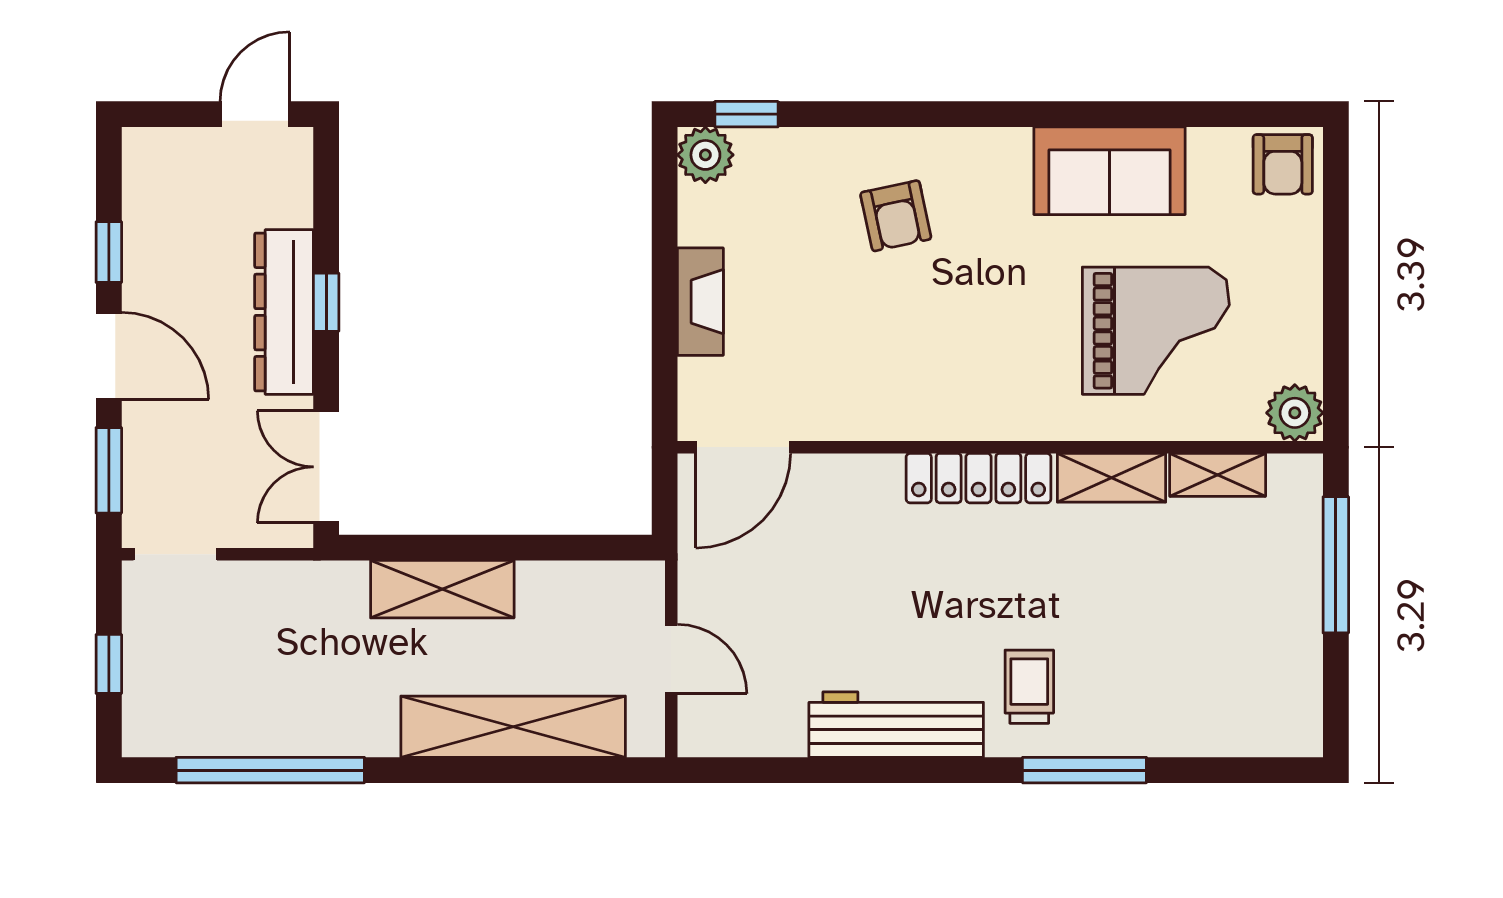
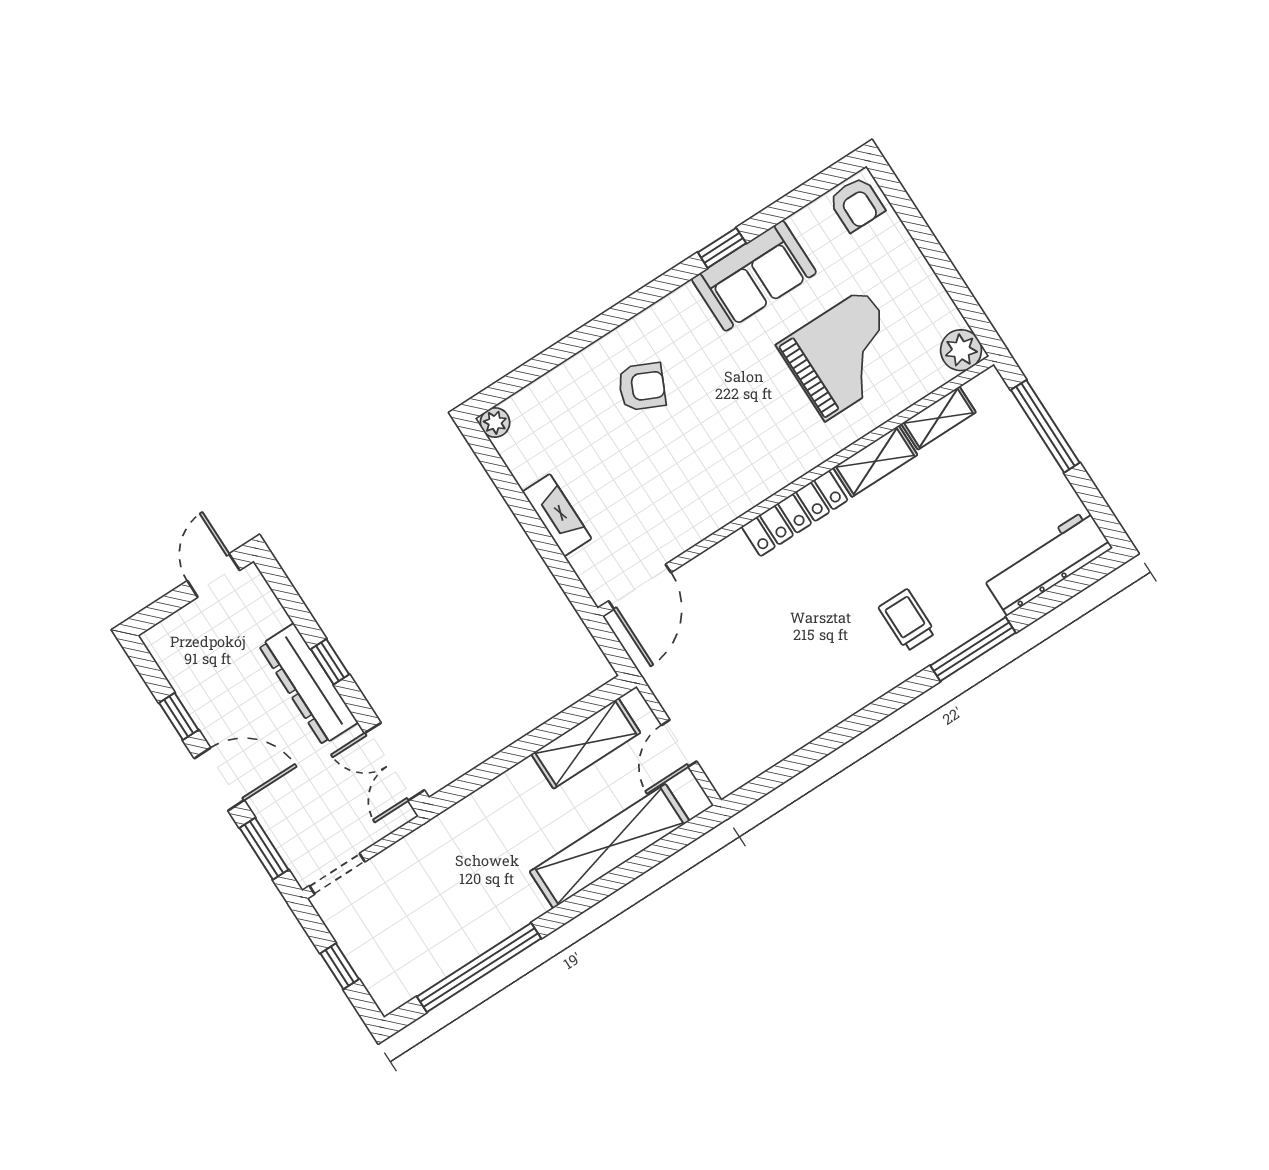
window: (746, 114) -> (722, 248), moved
plant: (705, 155) -> (495, 422), width x0.73, depth x0.73
armchair: (896, 216) -> (642, 387), turned -53
shelving: (442, 589) -> (586, 743), moved
door: (671, 659) -> (679, 743), swing flipped
workbench: (896, 725) -> (1047, 562), moved

